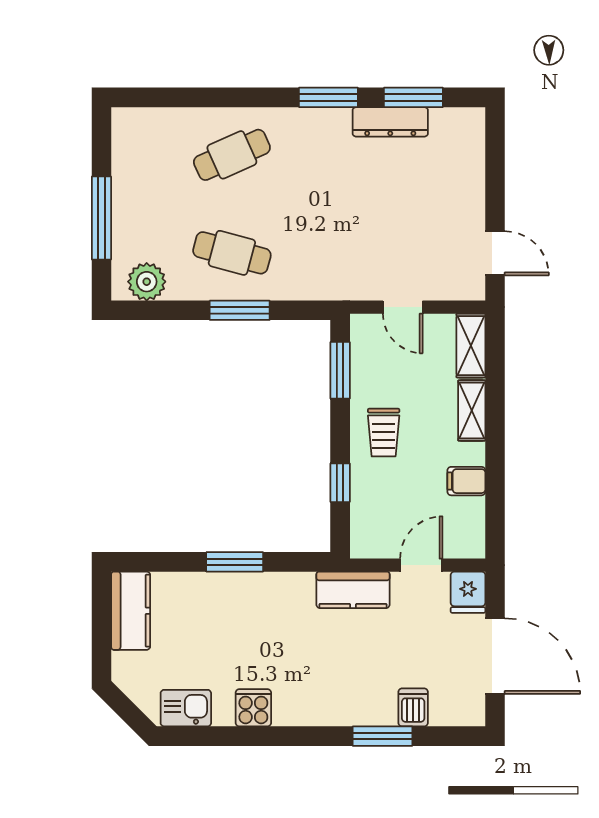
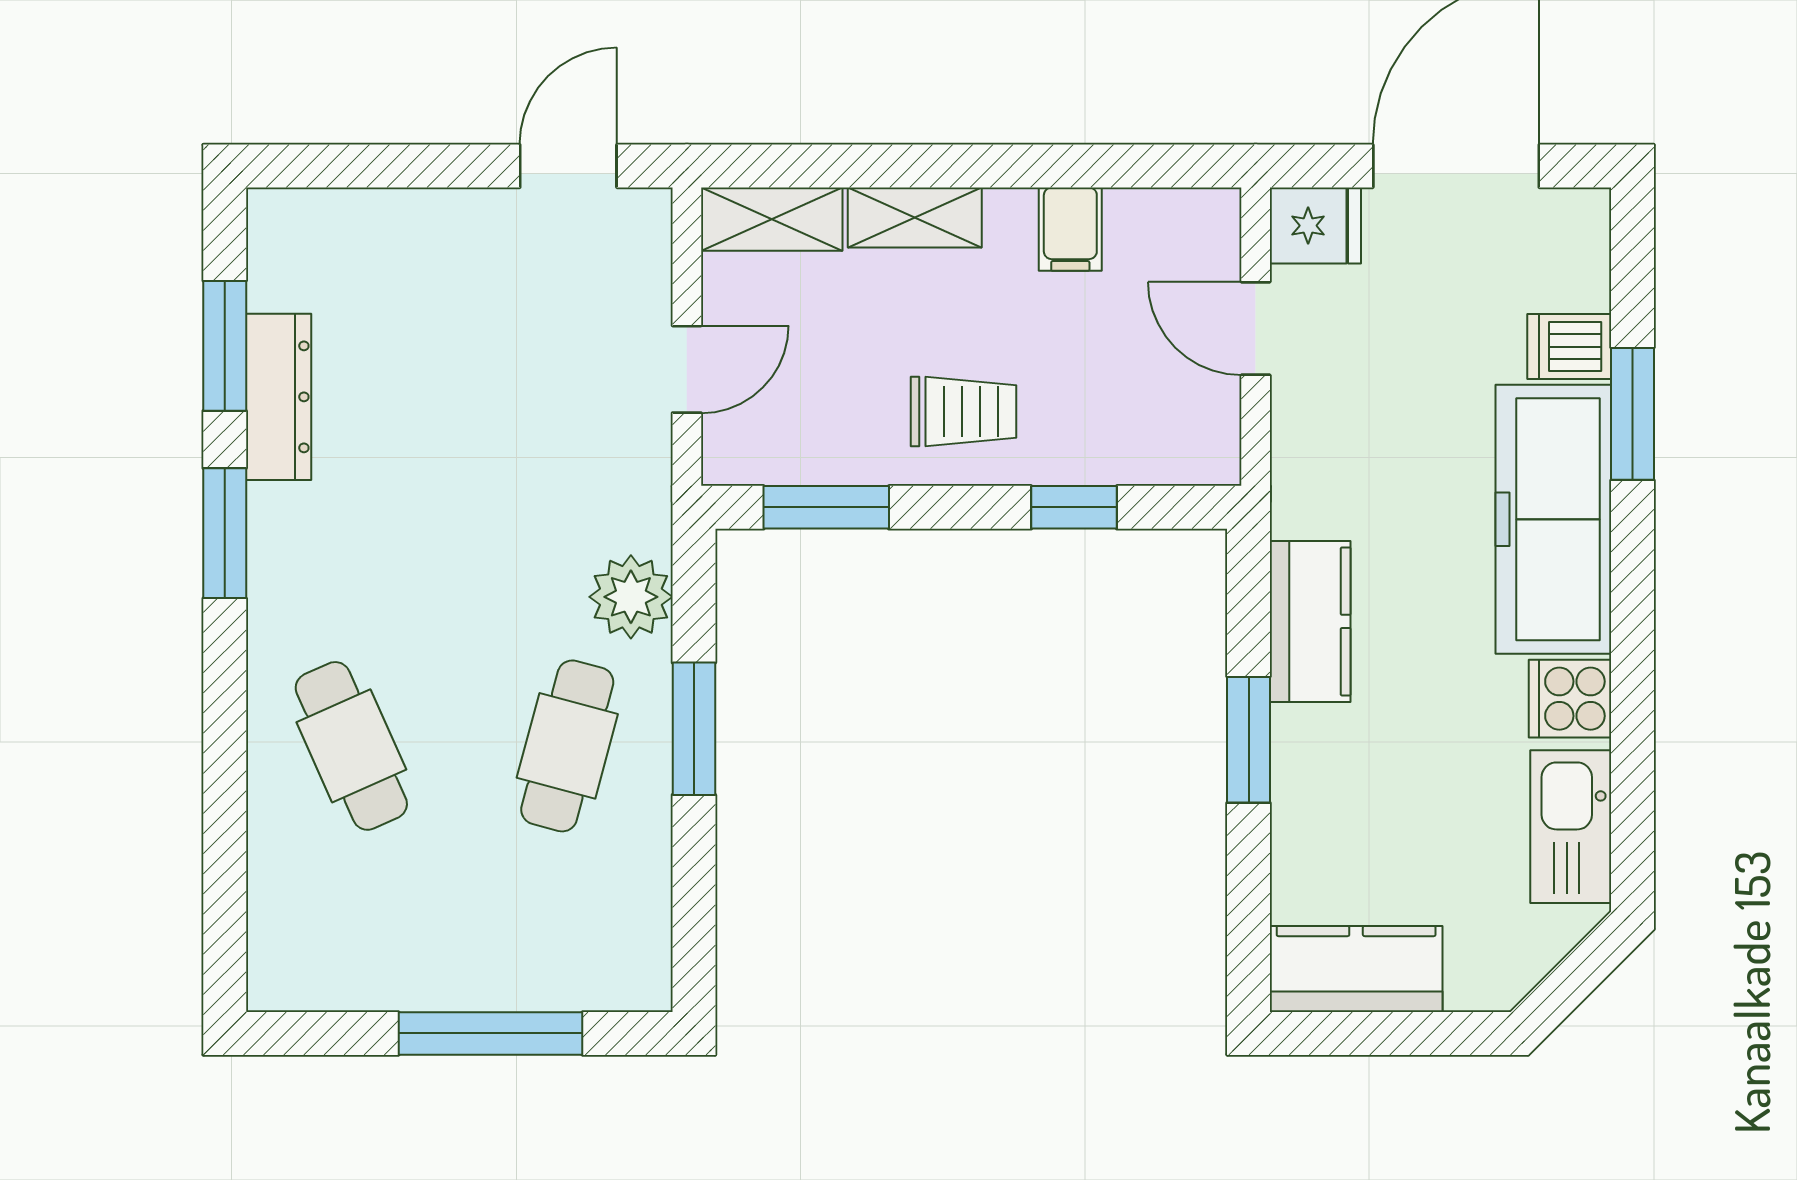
plant: (147, 282) -> (631, 597), moved
kitchen counter: (353, 590) -> (1310, 621), moved
freezer: (335, 700) -> (1553, 519), added
kitchen sink: (186, 708) -> (1571, 827), width x1.38

